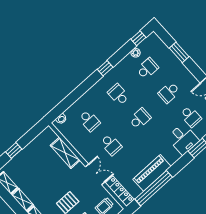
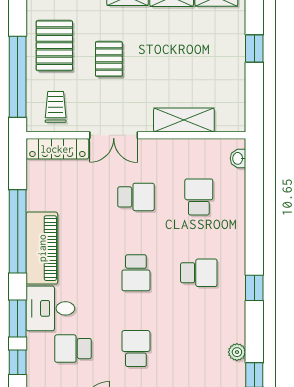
school desk: (147, 68) -> (199, 349), removed
school desk: (89, 121) -> (199, 197), turned 90
school desk: (111, 145) -> (136, 197), turned 180
piano: (152, 173) -> (42, 248), moved
window: (154, 188) -> (18, 231), moved

